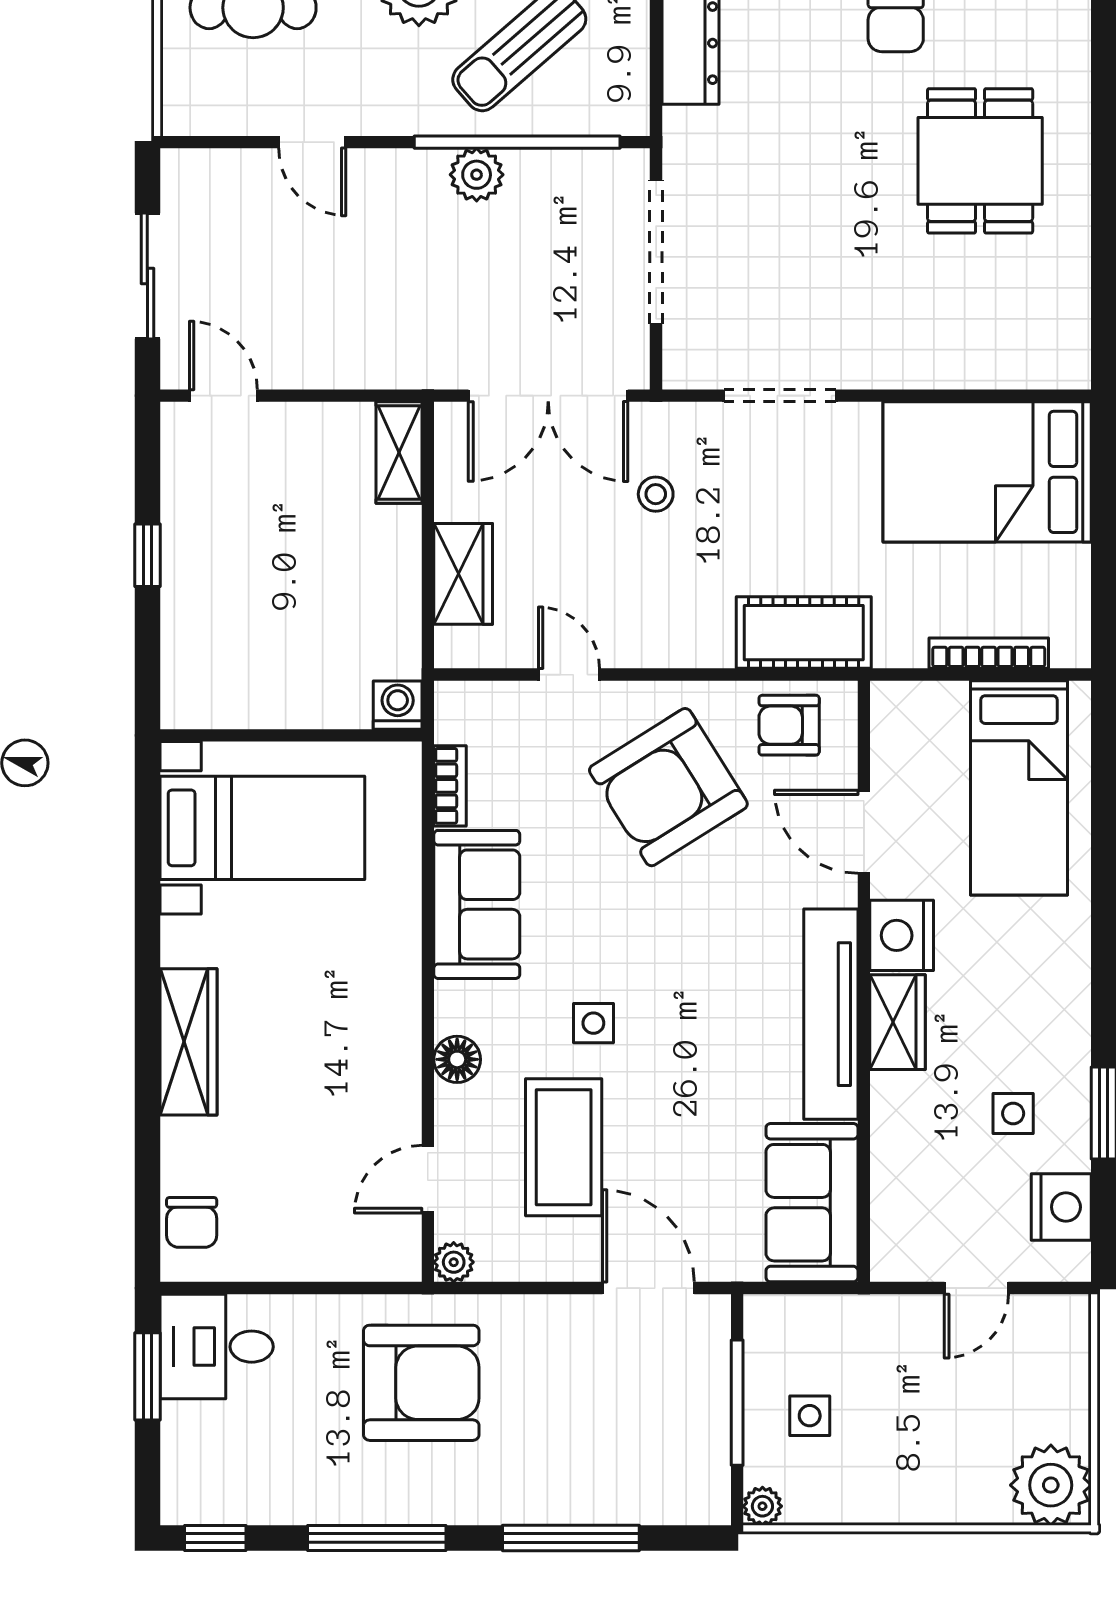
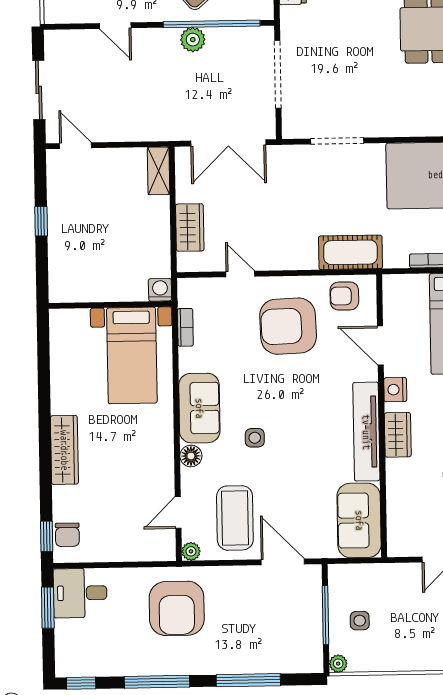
stool: (656, 494) -> (280, 188), removed
armchair: (668, 787) -> (288, 326), turned 30
bed with nightstands: (262, 828) -> (132, 355), moved, turned 90
sofa: (477, 904) -> (199, 408), moved
nightstand: (902, 935) -> (395, 390), width x0.74, depth x0.75
coffee table: (564, 1147) -> (235, 518), moved
window: (147, 1225) -> (47, 536), added
armchair: (421, 1383) -> (177, 608), turned 90

